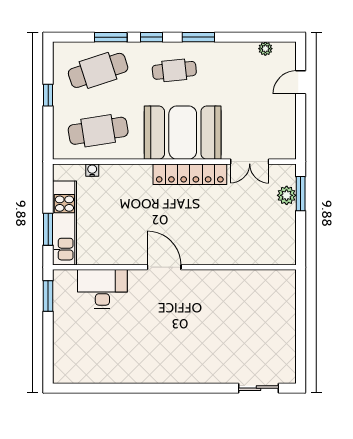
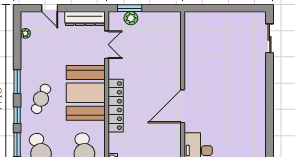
cafe table: (174, 70) -> (41, 99), turned 30
dresser: (286, 131) -> (85, 18), added
locker: (190, 174) -> (116, 106), moved
door: (164, 267) -> (183, 106), width x1.36

